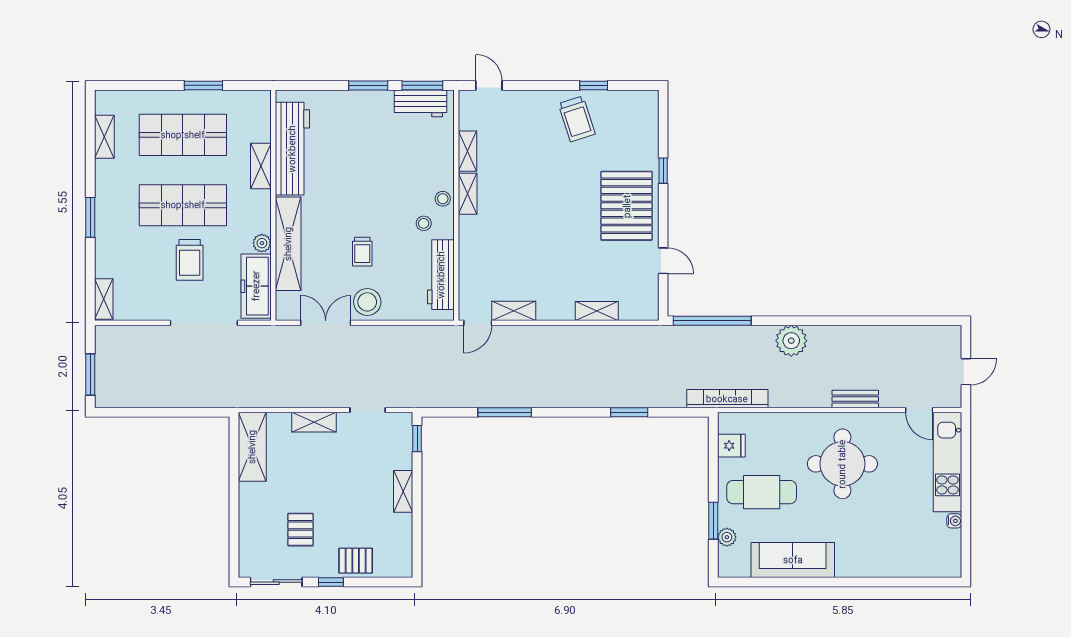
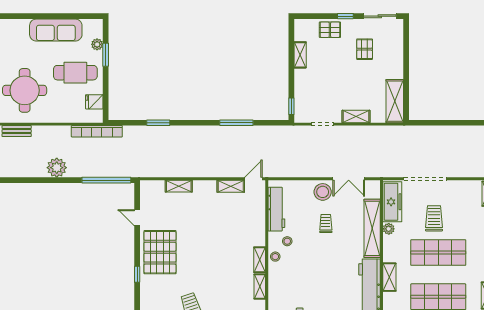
shelving: (403, 491) -> (300, 55), moved

